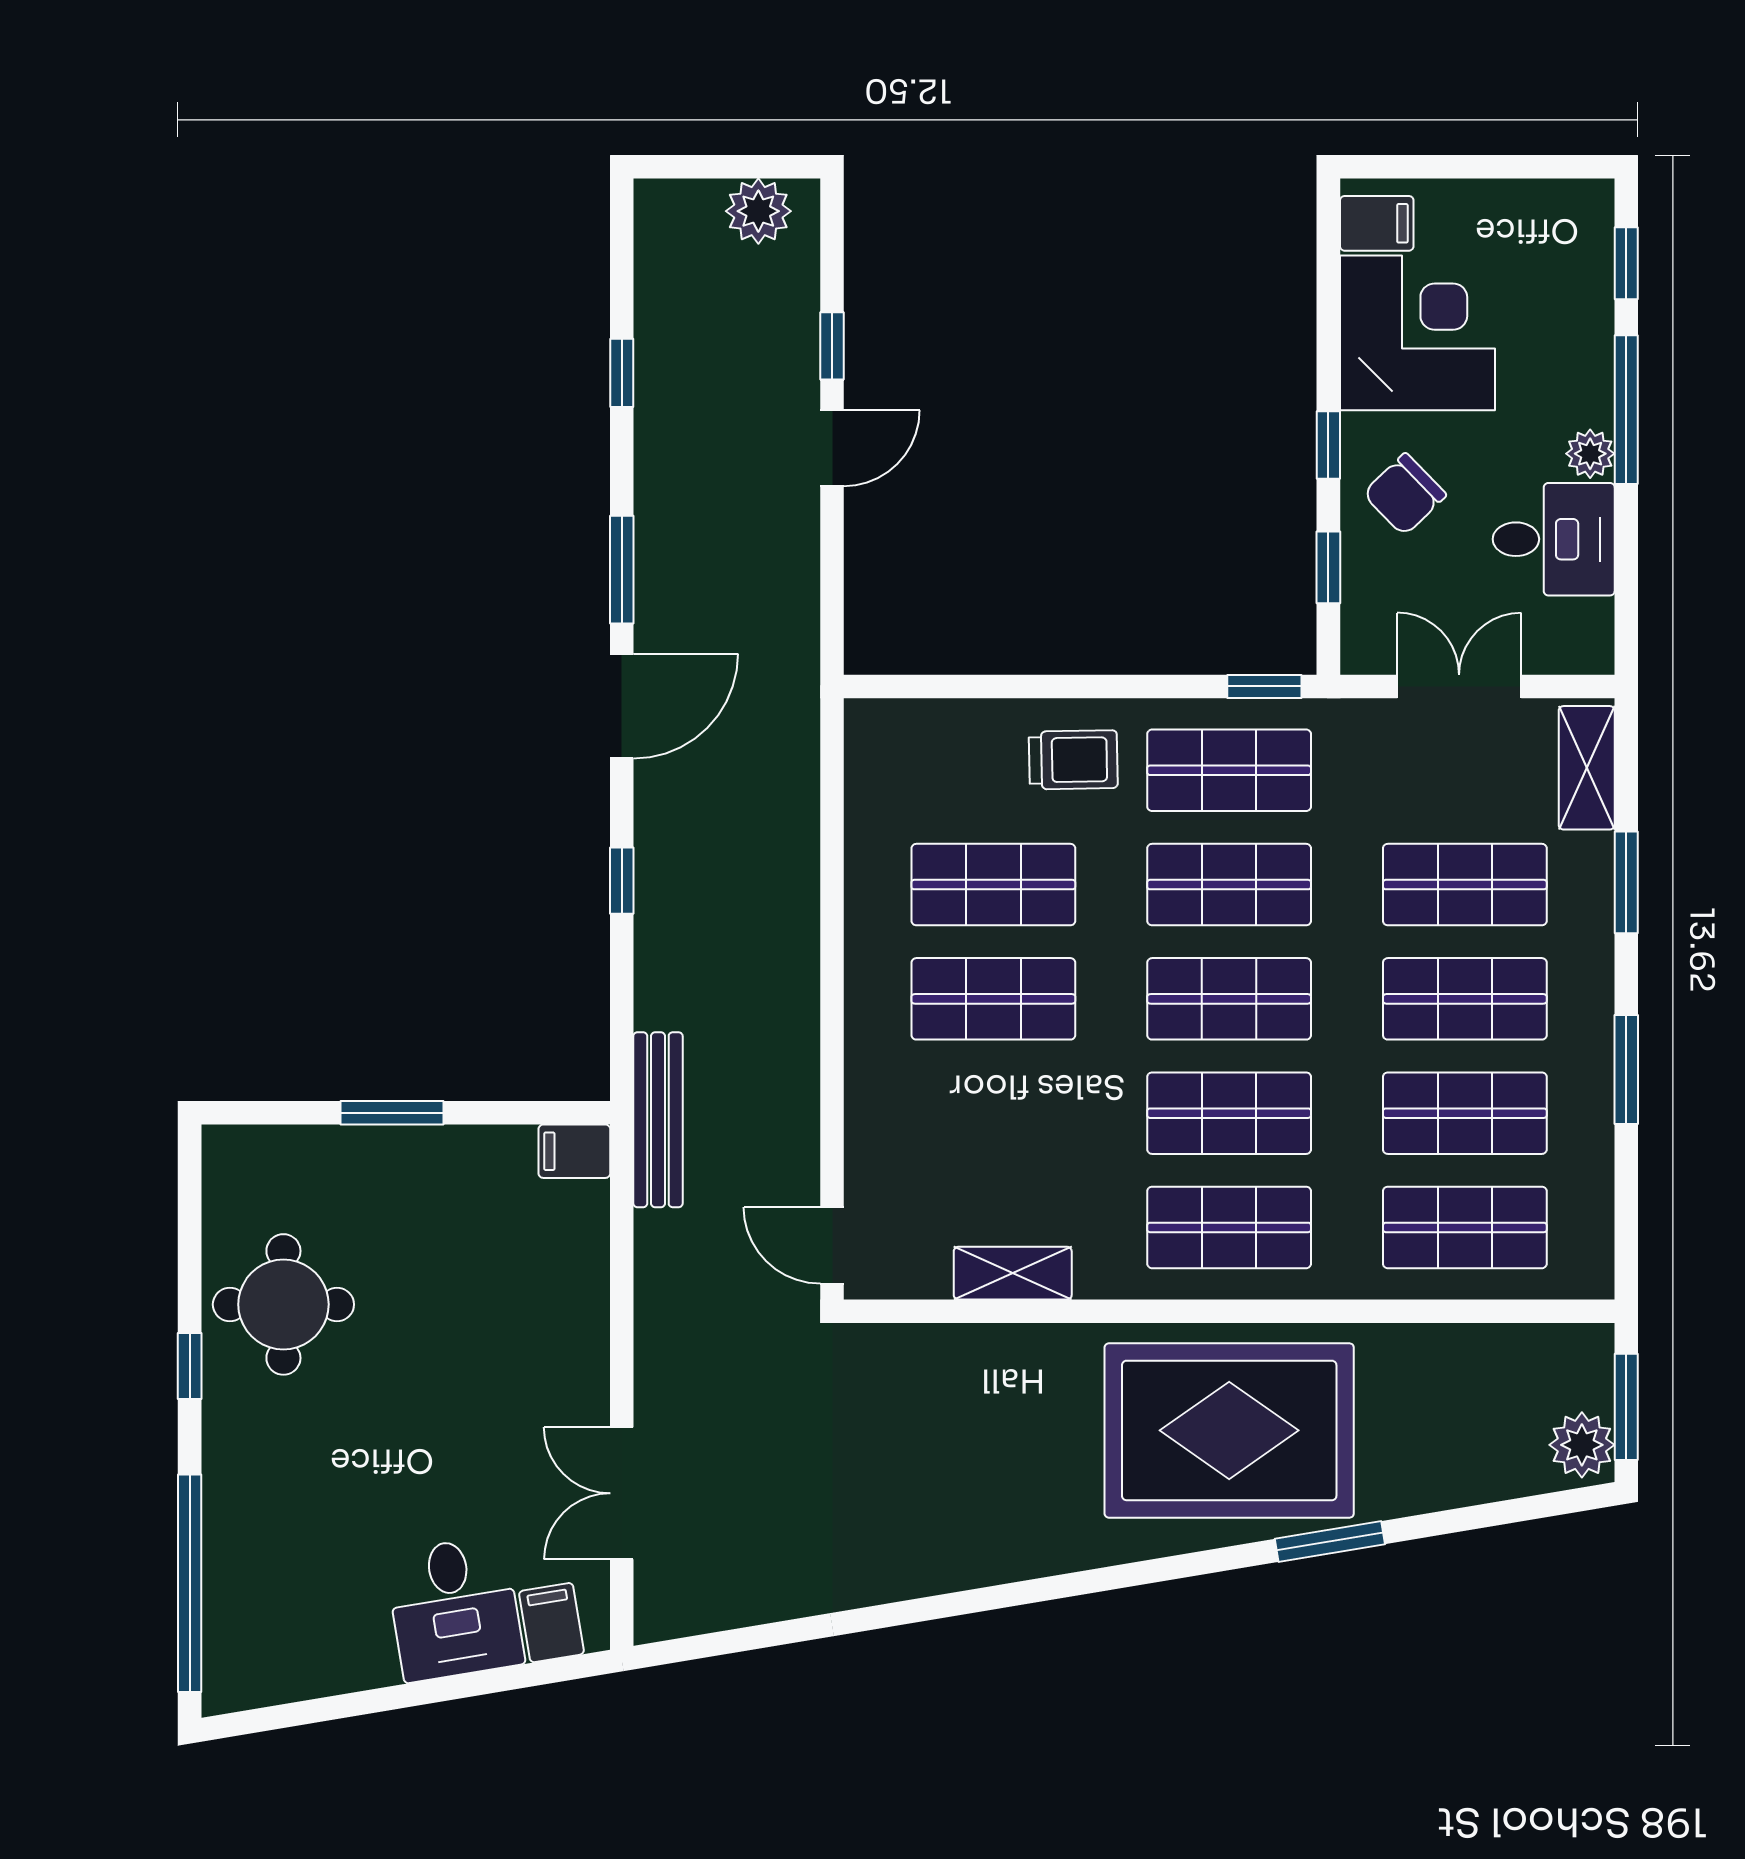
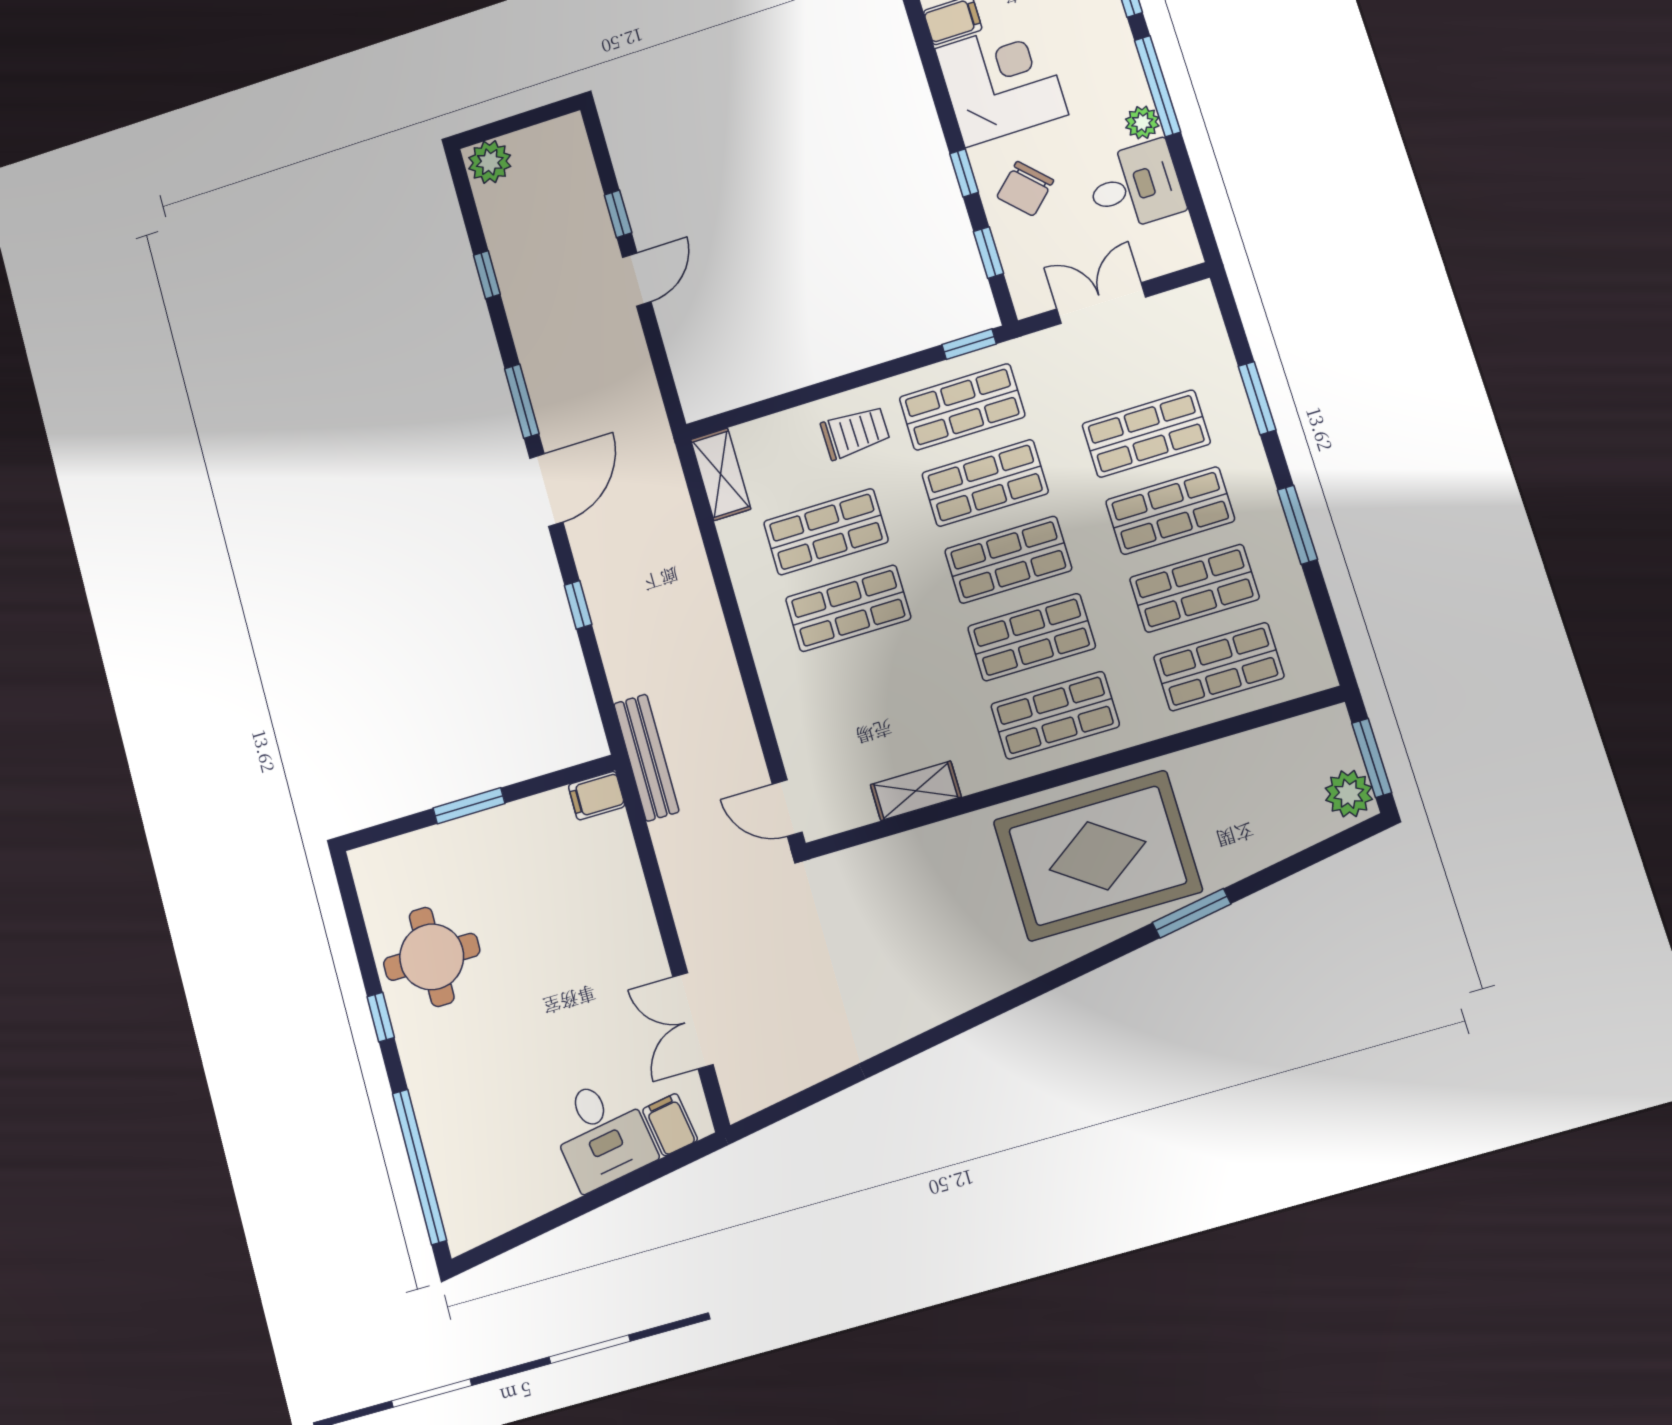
plant: (758, 211) -> (490, 162), moved
shelving: (1587, 768) -> (721, 474), moved

